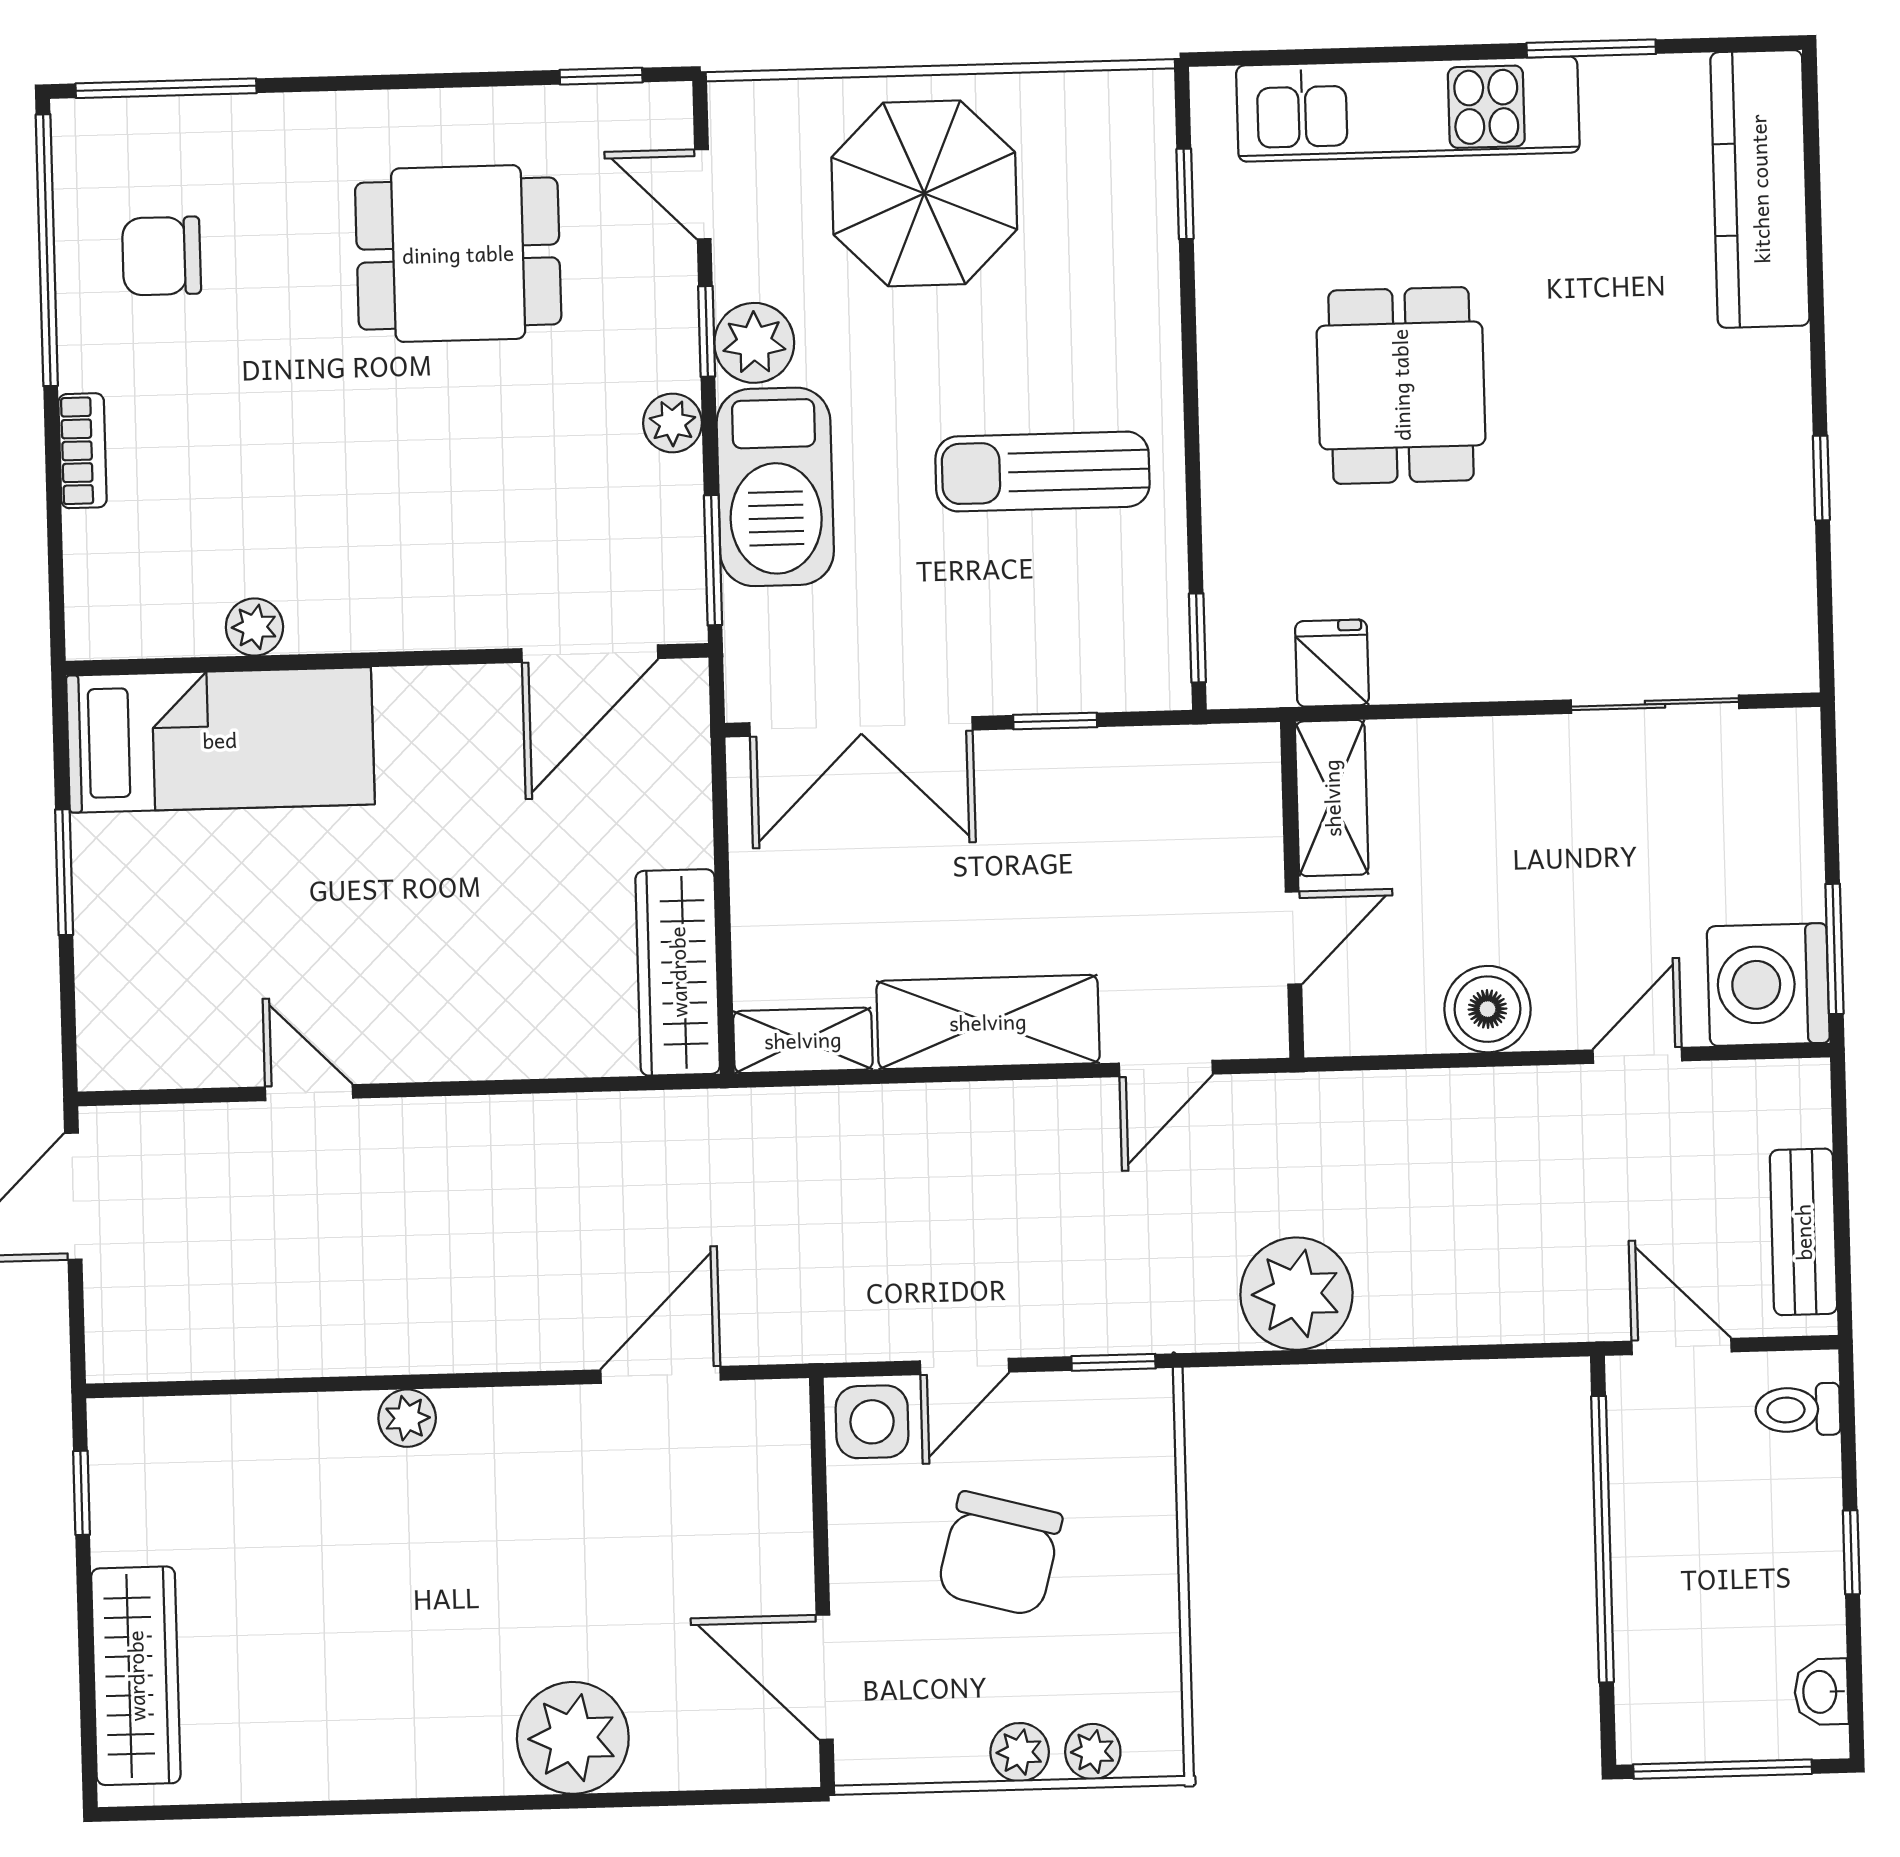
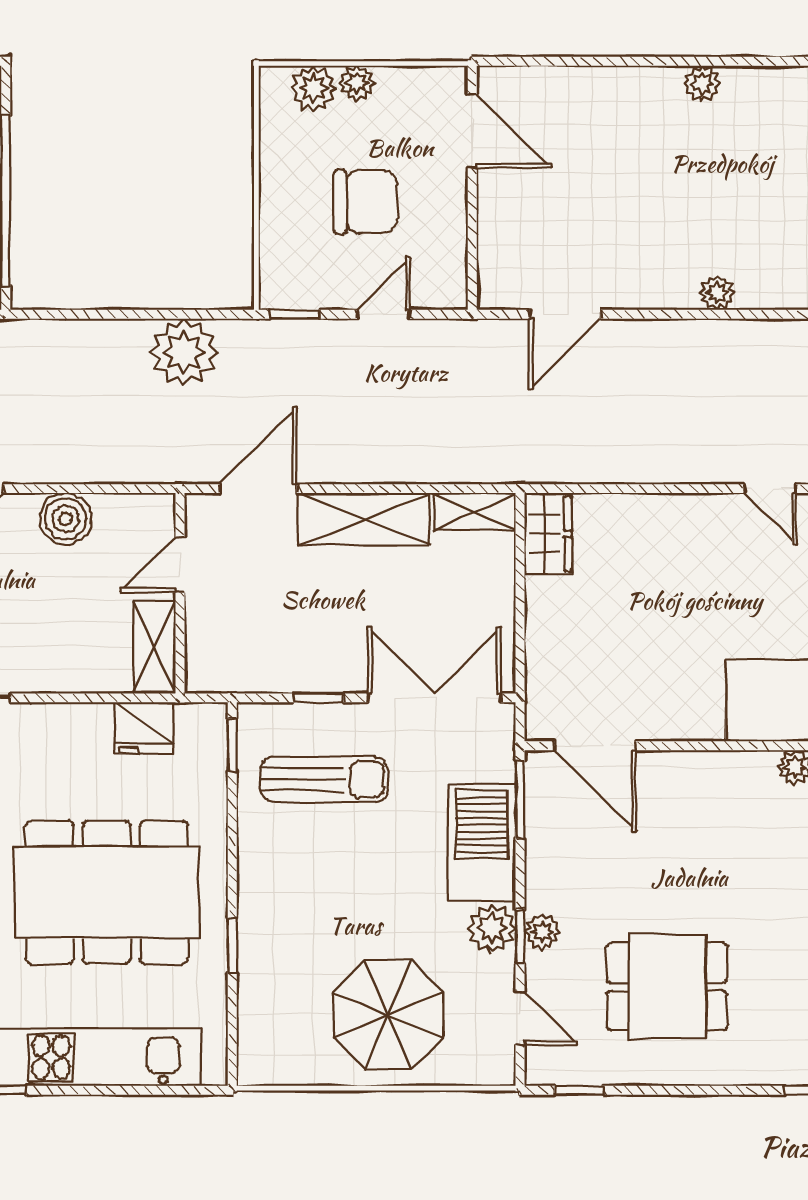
window: (1185, 194) -> (232, 945), moved
dining table: (1401, 385) -> (107, 892), width x1.88, depth x1.24
plant: (672, 423) -> (542, 932), moved
sun lounger: (1042, 472) -> (324, 780), moved
door: (590, 654) -> (595, 746), swing flipped
fridge: (1332, 663) -> (144, 728), width x1.38
wardrobe: (678, 972) -> (548, 534), width x0.67
door: (1166, 1069) -> (258, 489), width x1.38
side table: (872, 1422) -> (440, 283), removed
chair: (1000, 1554) -> (366, 202), turned 75
plant: (573, 1738) -> (702, 84), moved, width x0.53, depth x0.53
plant: (1093, 1752) -> (313, 88), width x1.38, depth x1.38

